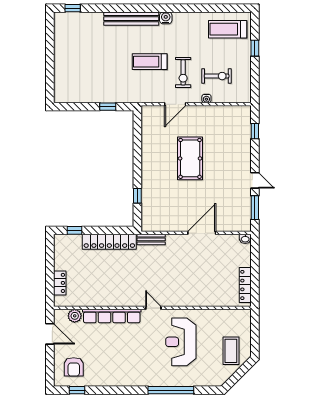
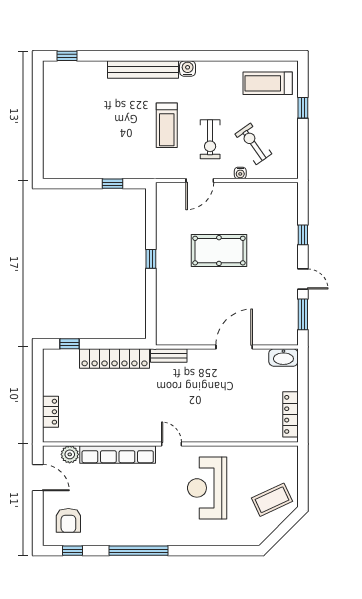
treadmill: (150, 62) -> (167, 125), turned -90
exercise bike: (217, 76) -> (253, 144), turned -125
window: (255, 131) -> (303, 235), moved
pool table: (190, 158) -> (219, 251), turned 90
window: (137, 196) -> (151, 259), moved
washbasin: (245, 239) -> (283, 357), width x1.91, depth x1.45
coffee table: (231, 351) -> (272, 500), turned 65
window: (171, 390) -> (138, 551), moved

